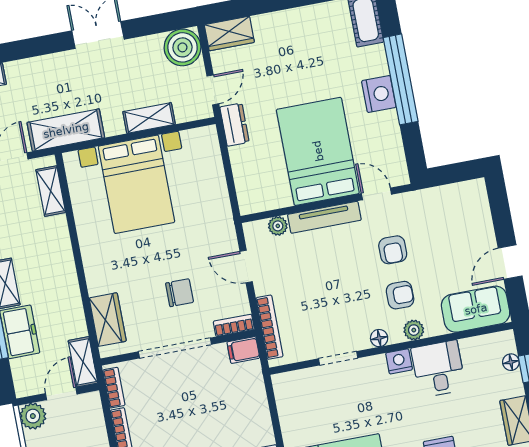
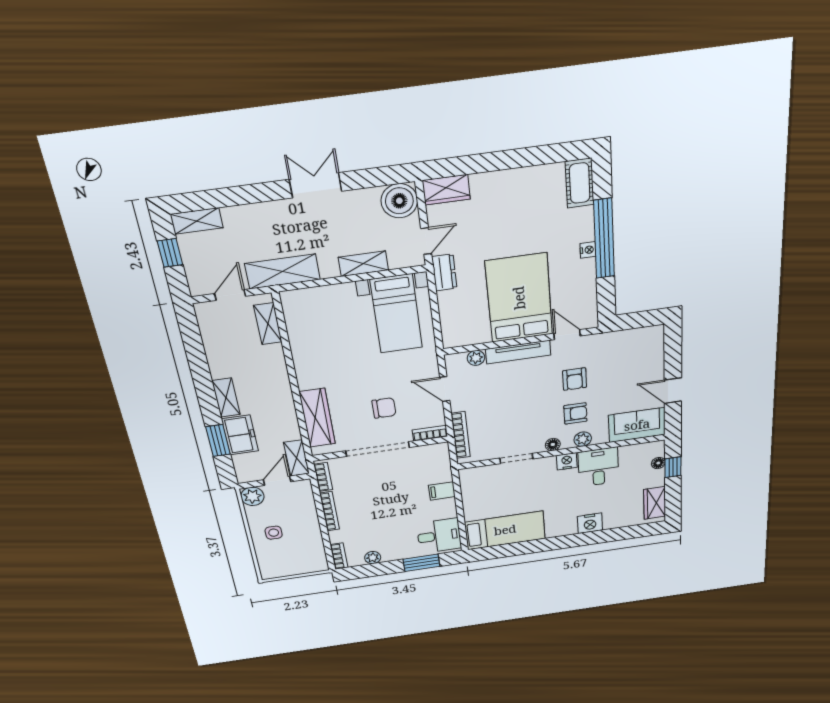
nightstand: (379, 94) -> (588, 250), width x0.53, depth x0.56
bed with nightstands: (136, 184) -> (396, 314), moved, width x0.73
door: (510, 262) -> (673, 391), hinge flipped
wardrobe: (108, 320) -> (317, 418), width x1.50
filing cabinet: (243, 350) -> (442, 491), moved

